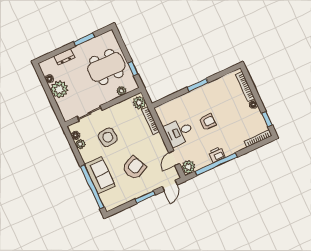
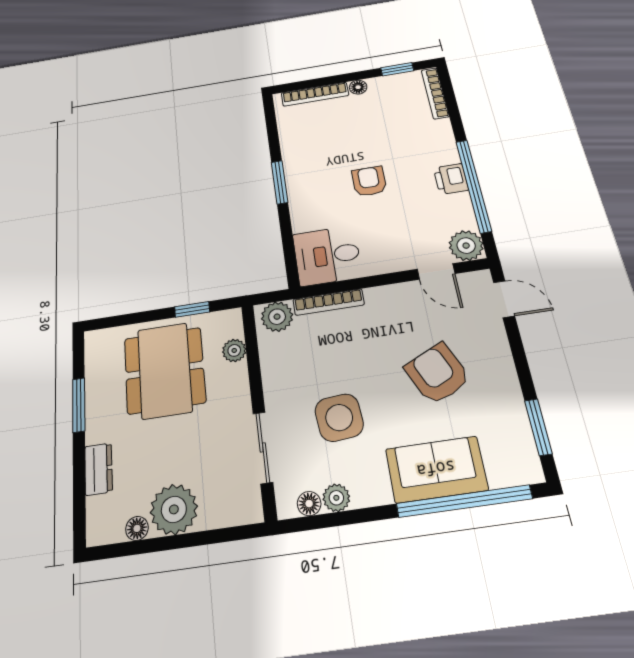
desk: (179, 132) -> (327, 256), moved, turned 90
window: (145, 197) -> (538, 427), moved

